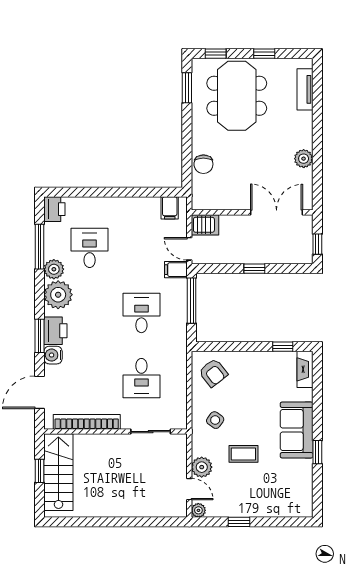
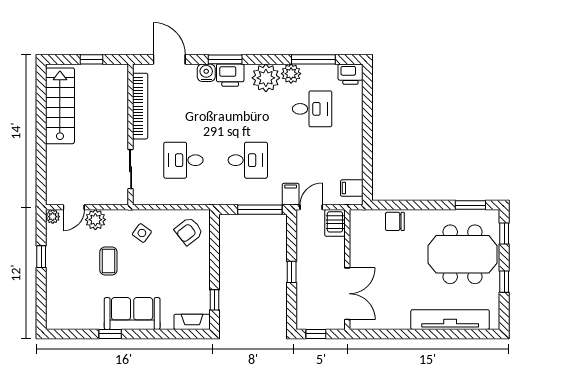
tv unit: (305, 89) -> (450, 320), width x1.92, depth x1.29
plant: (304, 159) -> (400, 320), removed
stairs: (58, 472) -> (60, 106), moved, turned -90

